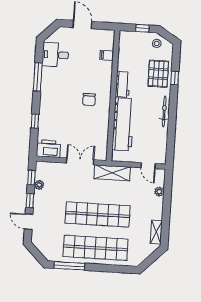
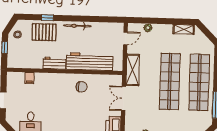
chair: (89, 100) -> (82, 87), moved

